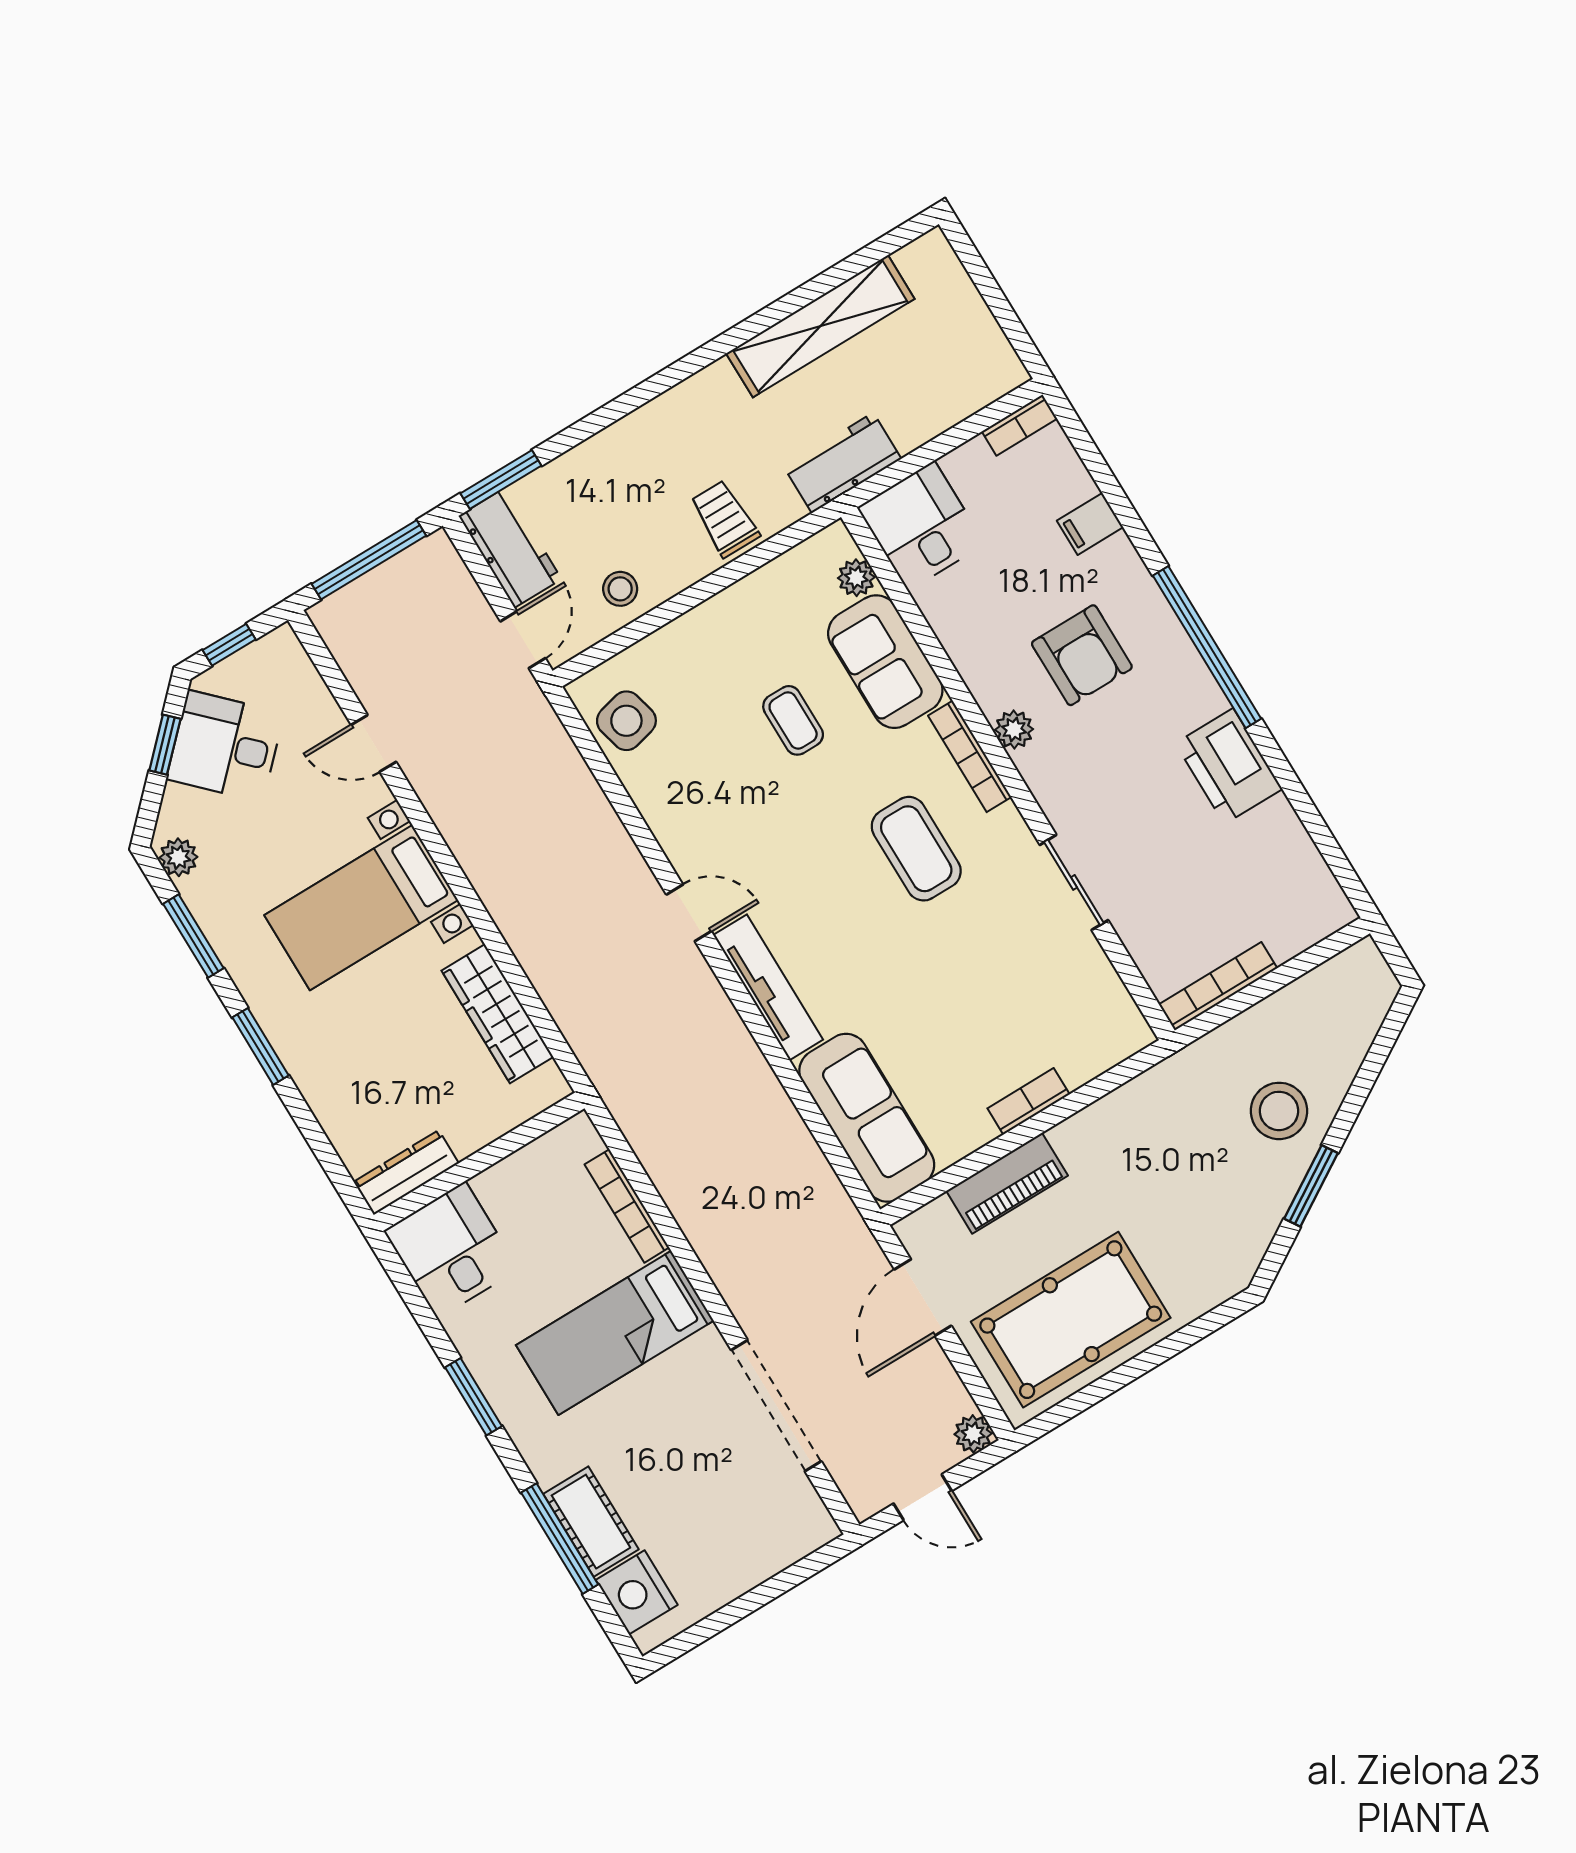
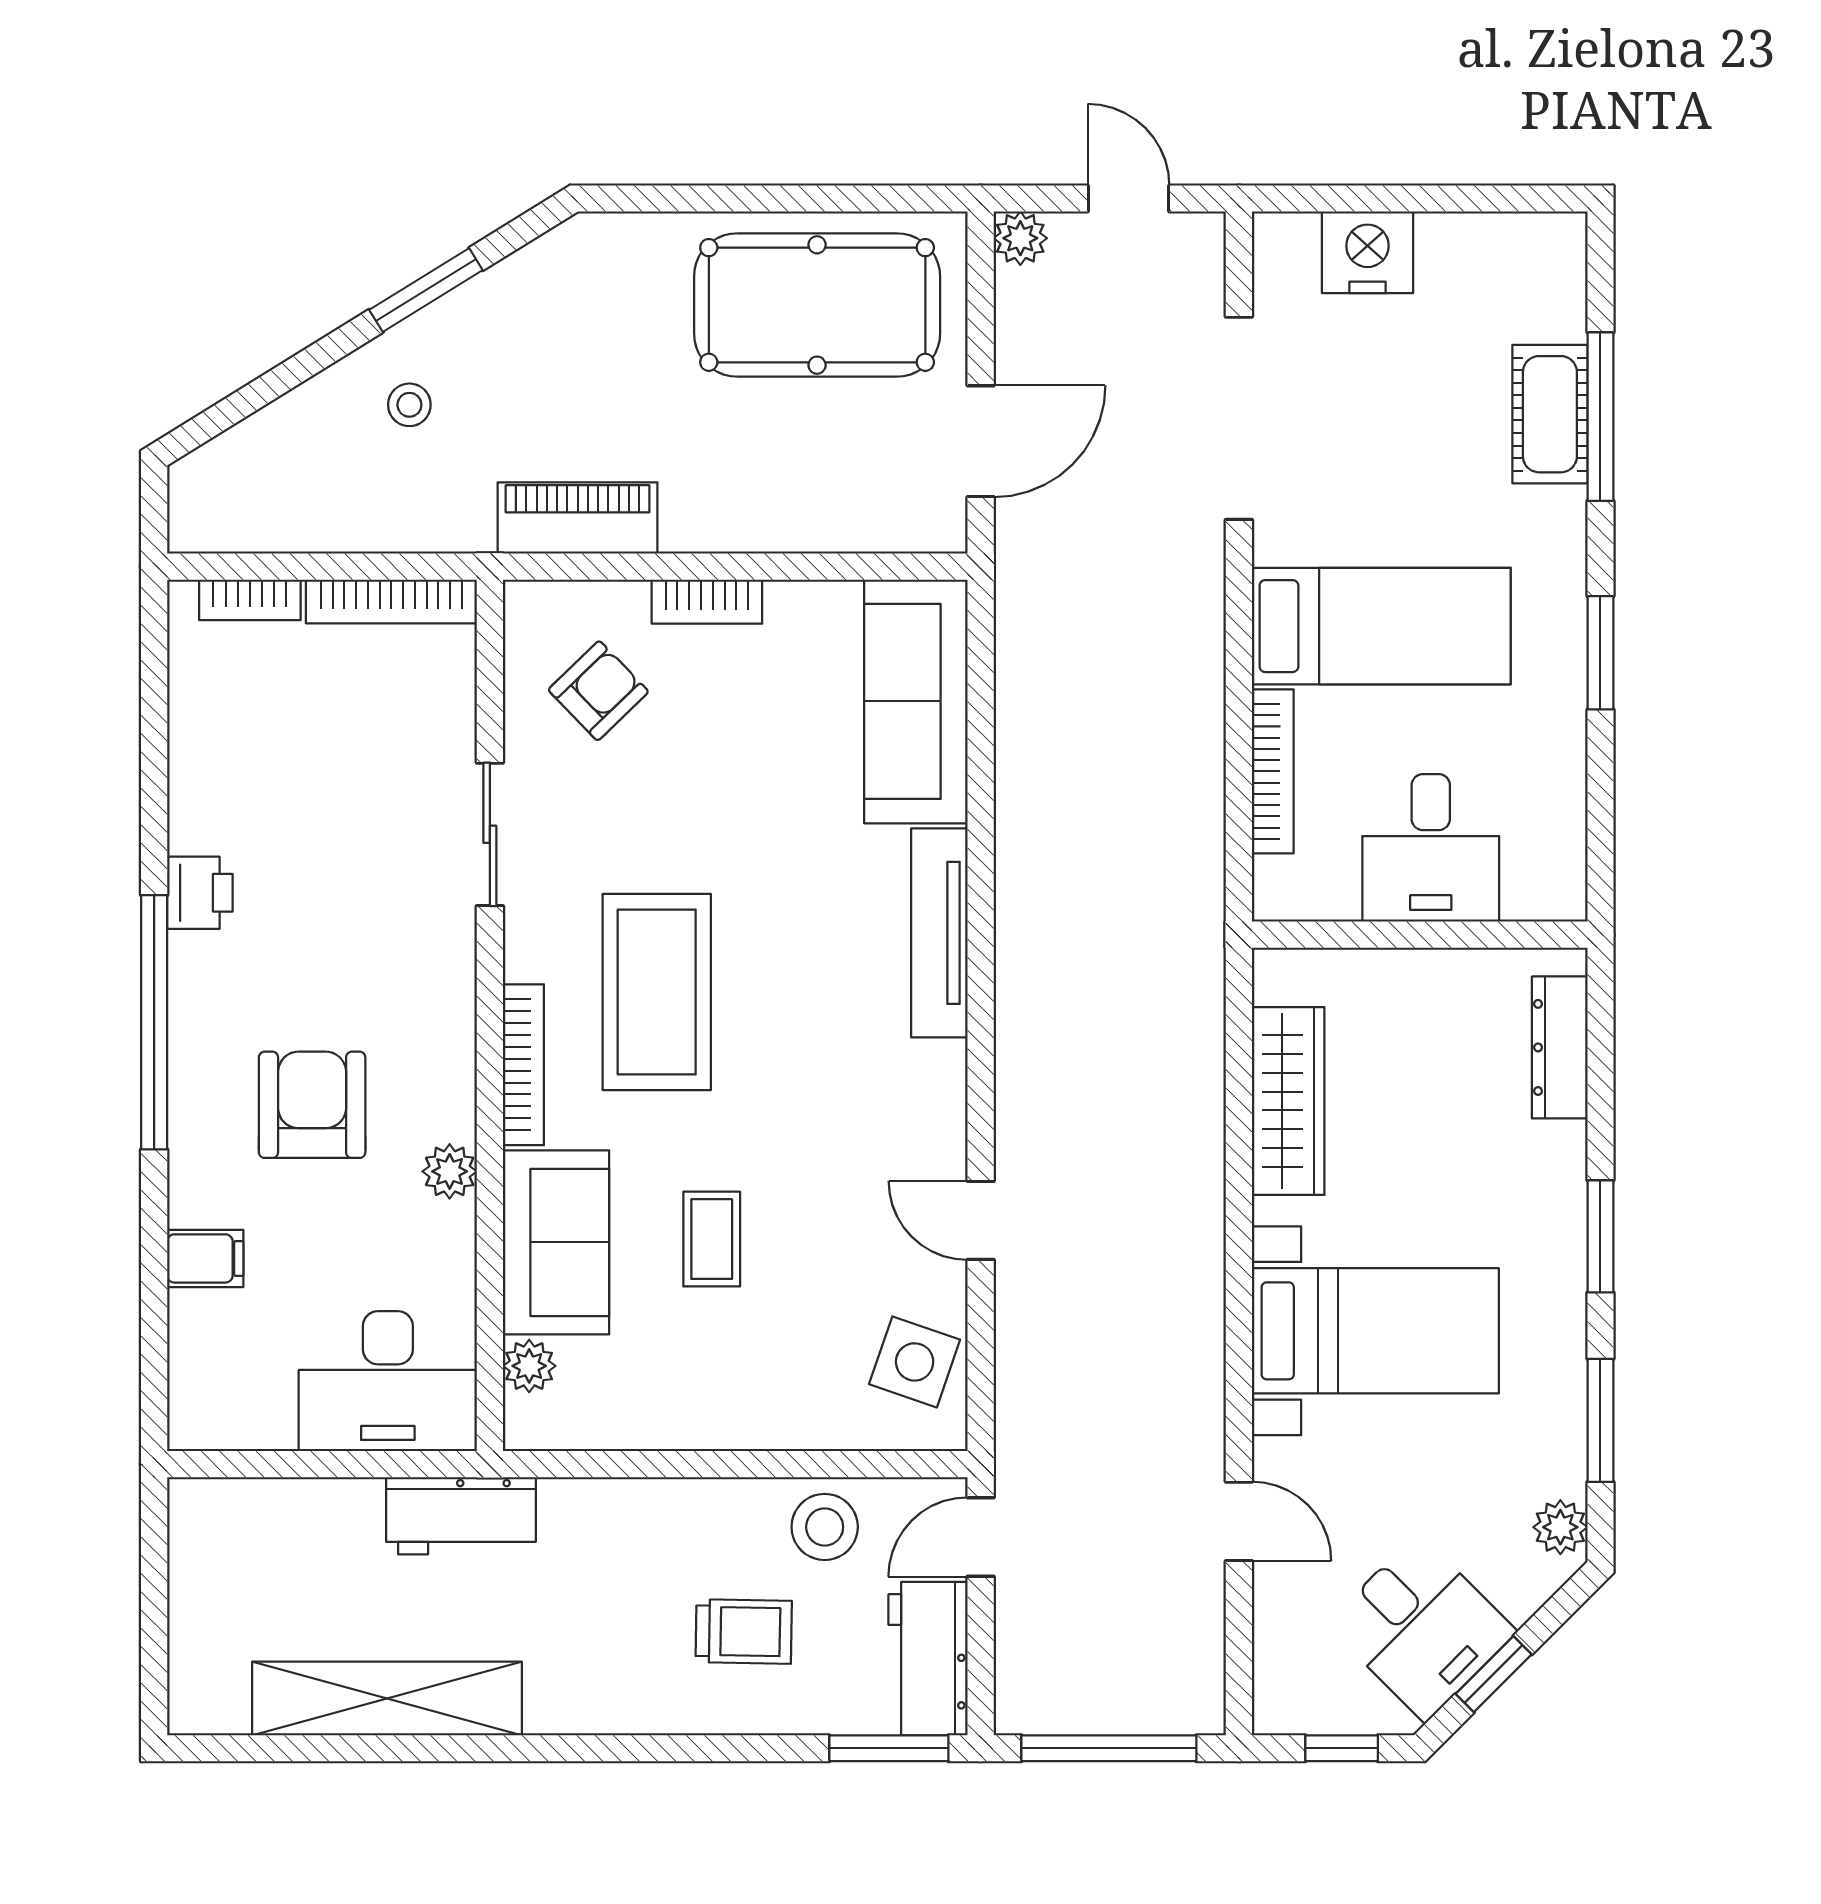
bookcase: (1020, 425) -> (250, 600), moved, turned 180
trolley: (725, 519) -> (744, 1632), moved, turned -89
desk: (921, 526) -> (388, 1381), width x1.37
stool: (620, 589) -> (825, 1527), width x1.37, depth x1.37
side table: (626, 721) -> (915, 1362), turned 33
plant: (1014, 730) -> (450, 1171), moved
printer: (1229, 766) -> (200, 893), width x0.53, depth x0.68
coffee table: (916, 849) -> (657, 992), width x1.36, depth x1.32
door: (689, 913) -> (981, 1220), moved
armchair: (1061, 1008) -> (598, 691), added
stool: (1279, 1111) -> (409, 405), width x0.53, depth x0.53
dresser: (406, 1172) -> (1560, 1047), moved, turned 90
piano: (1007, 1183) -> (578, 518), moved
desk: (451, 1250) -> (1431, 848), moved
nightstand: (637, 1592) -> (1368, 252), moved, turned -90

